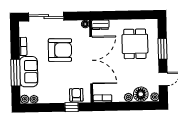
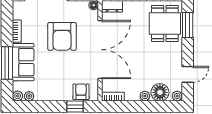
dining table: (135, 44) -> (165, 23), moved
window: (163, 49) -> (188, 25), moved
armchair: (60, 50) -> (62, 36), turned 89

